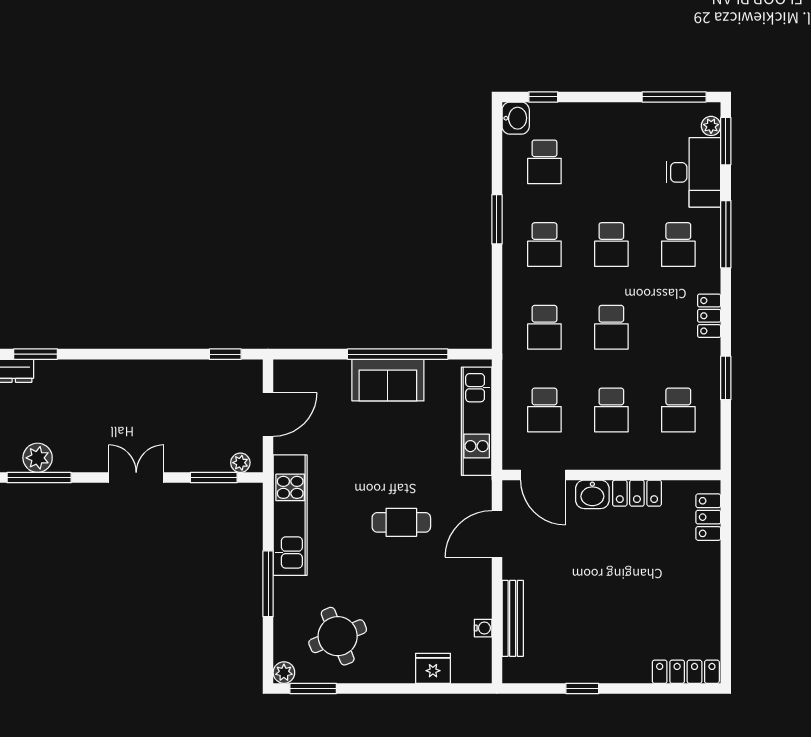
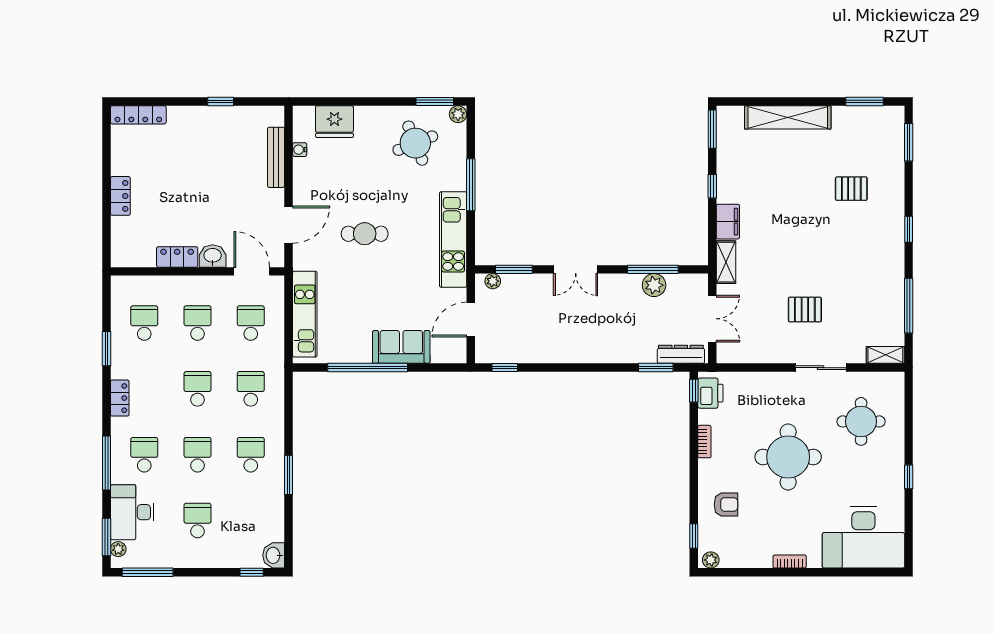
school desk: (544, 162) -> (198, 521), moved
sofa: (388, 380) -> (401, 347), moved
locker: (708, 517) -> (120, 196), moved
fridge: (433, 668) -> (334, 122), width x1.36, depth x1.34

